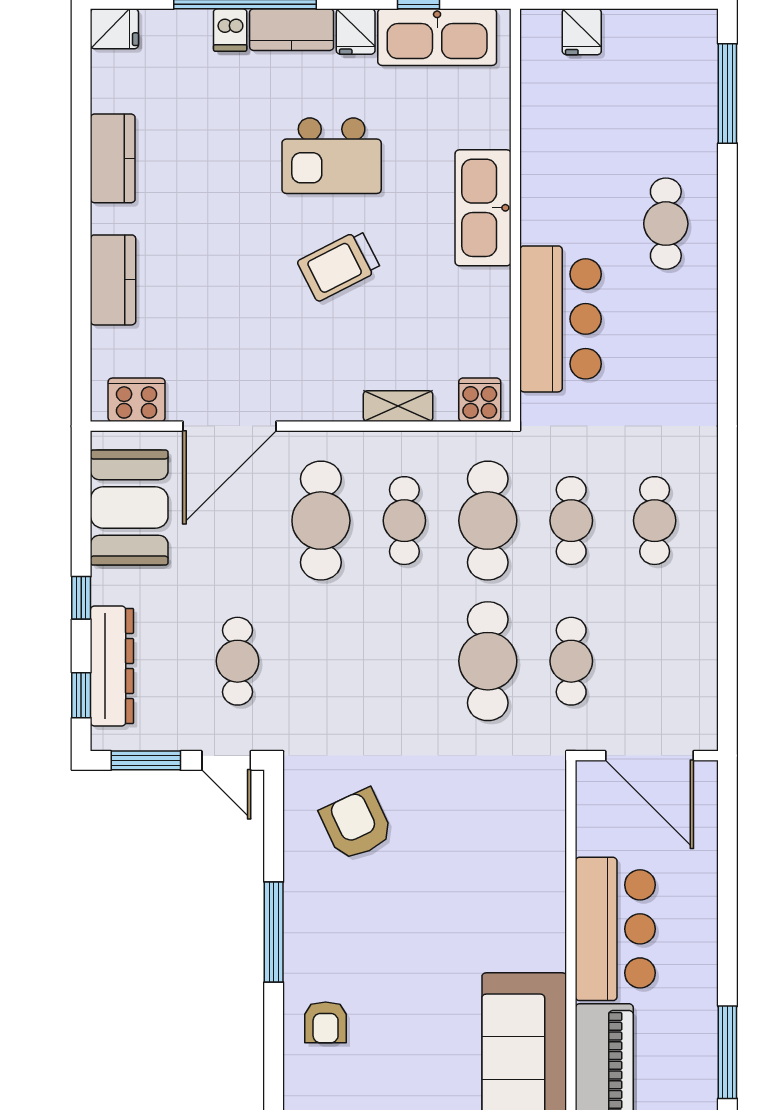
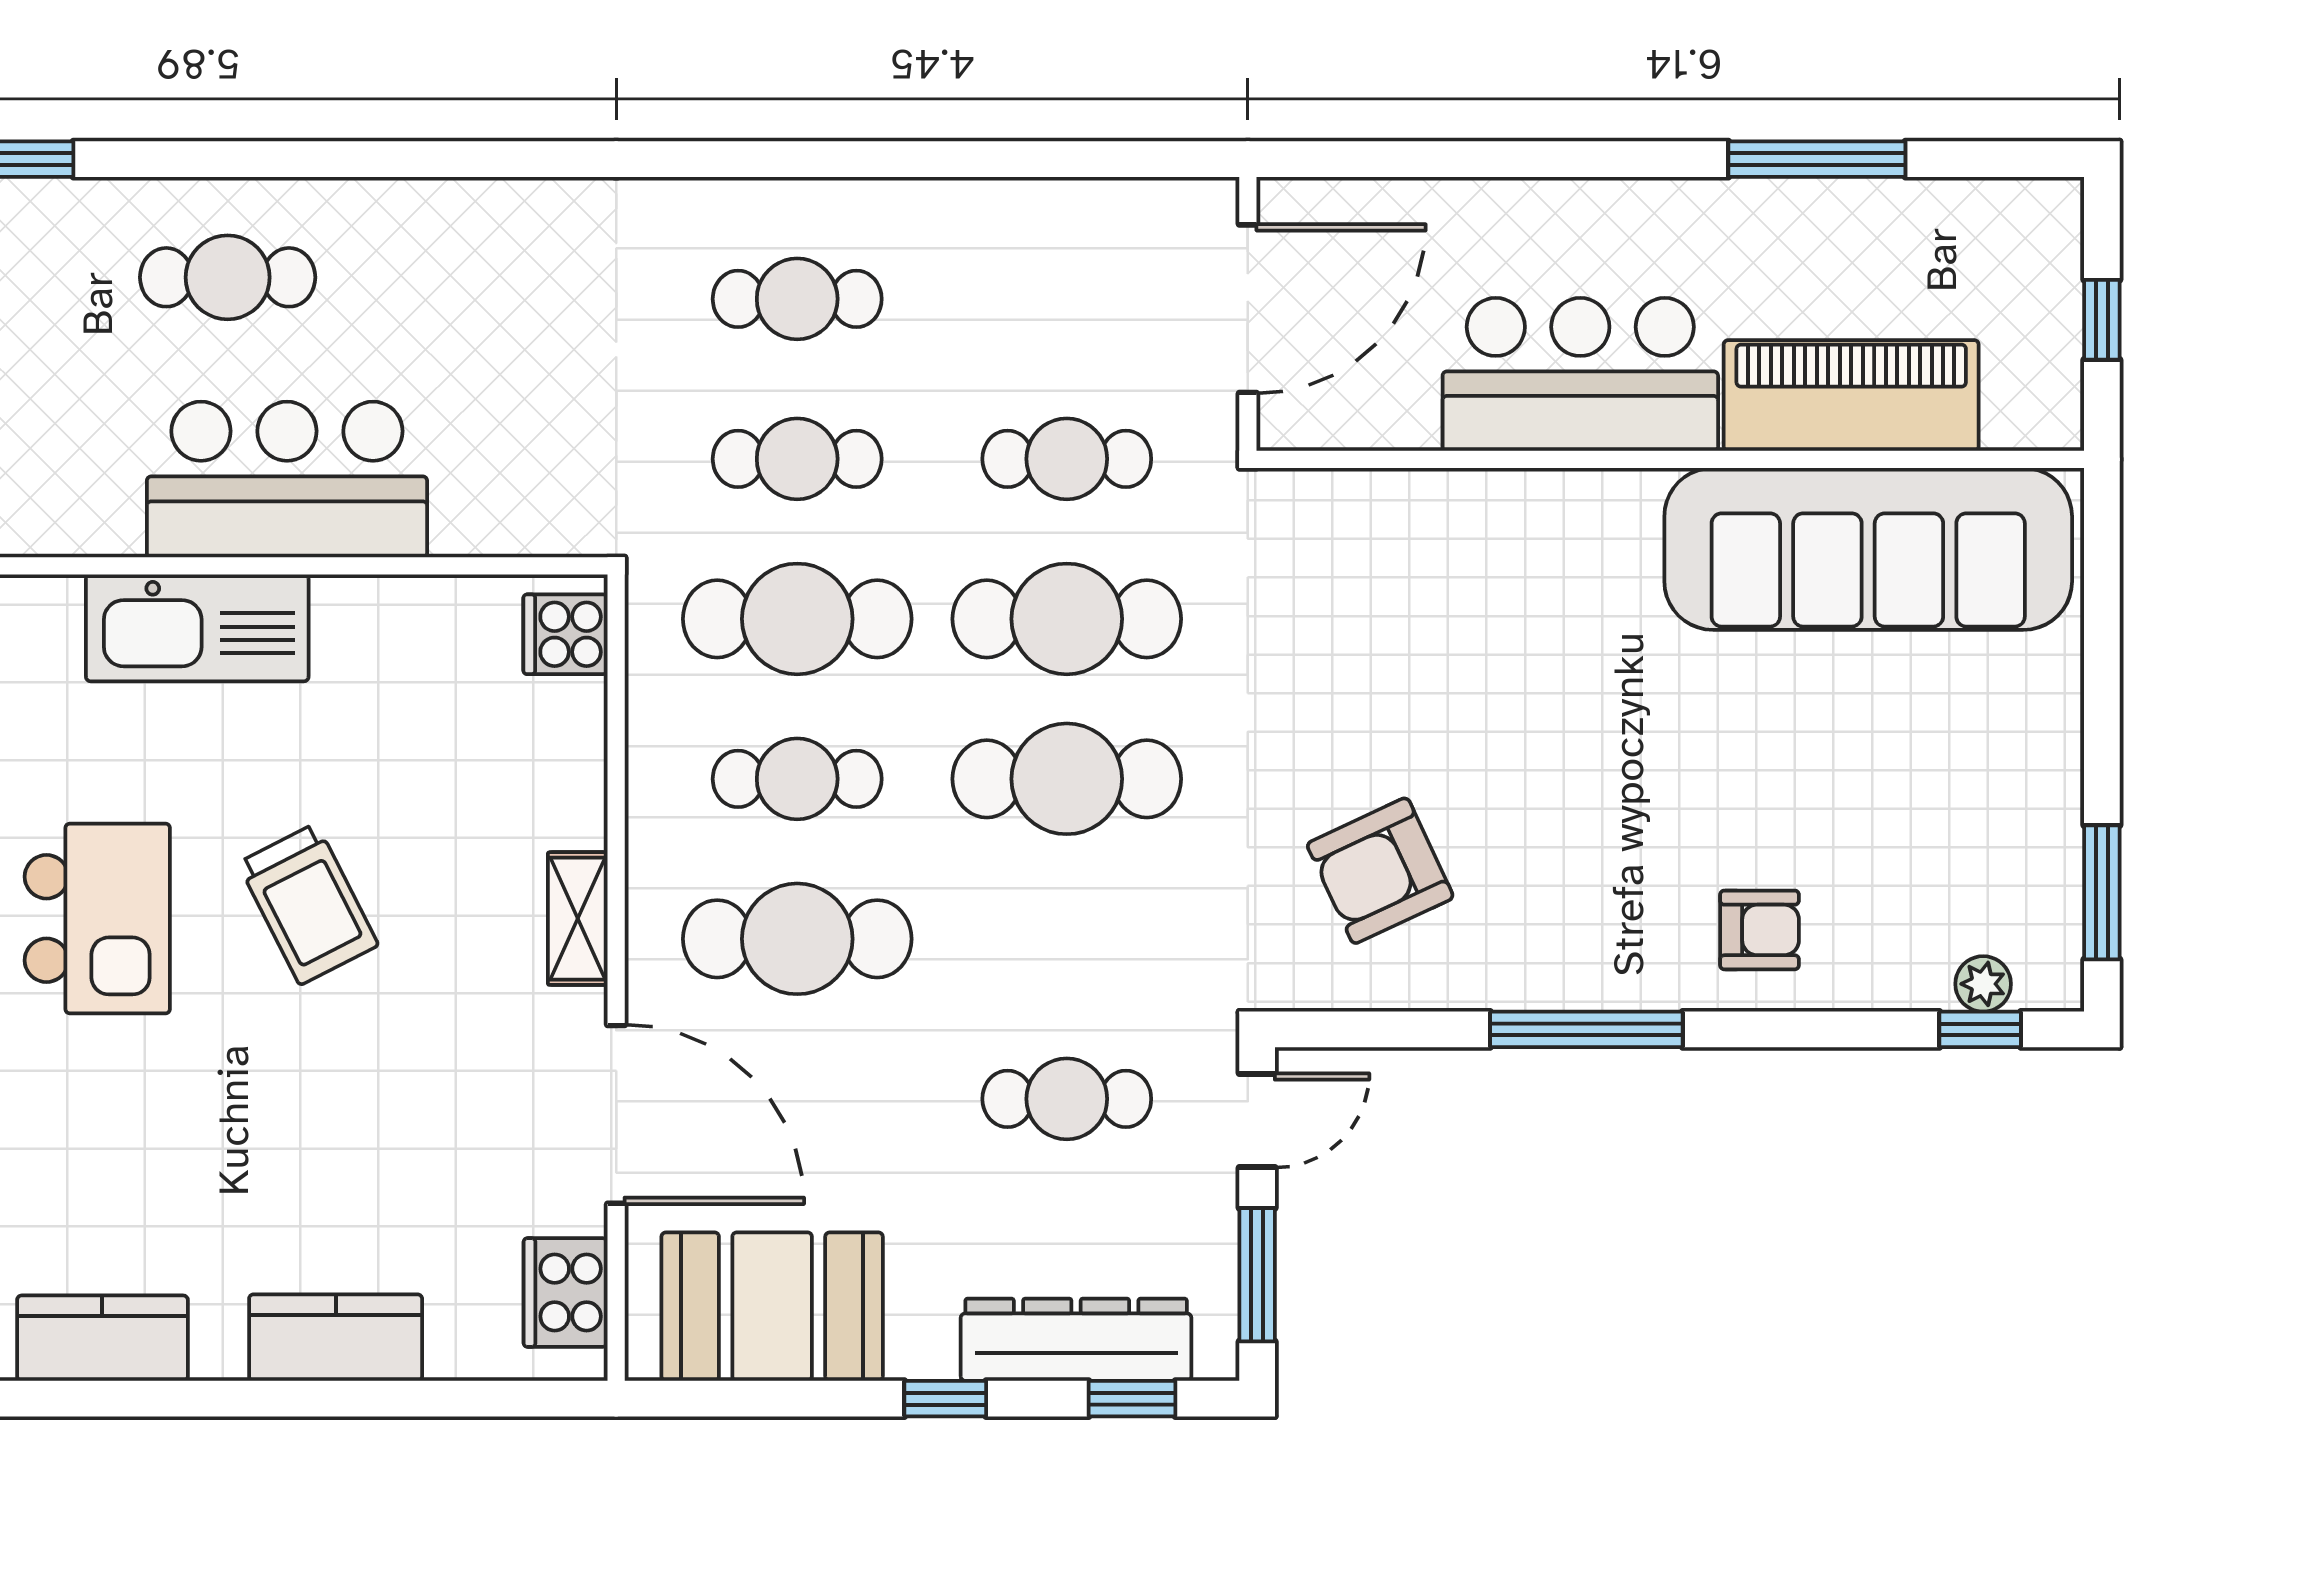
bar counter: (560, 319) -> (287, 479), moved
shelving: (398, 406) -> (578, 919), moved
cafe table: (404, 661) -> (1067, 779), added

